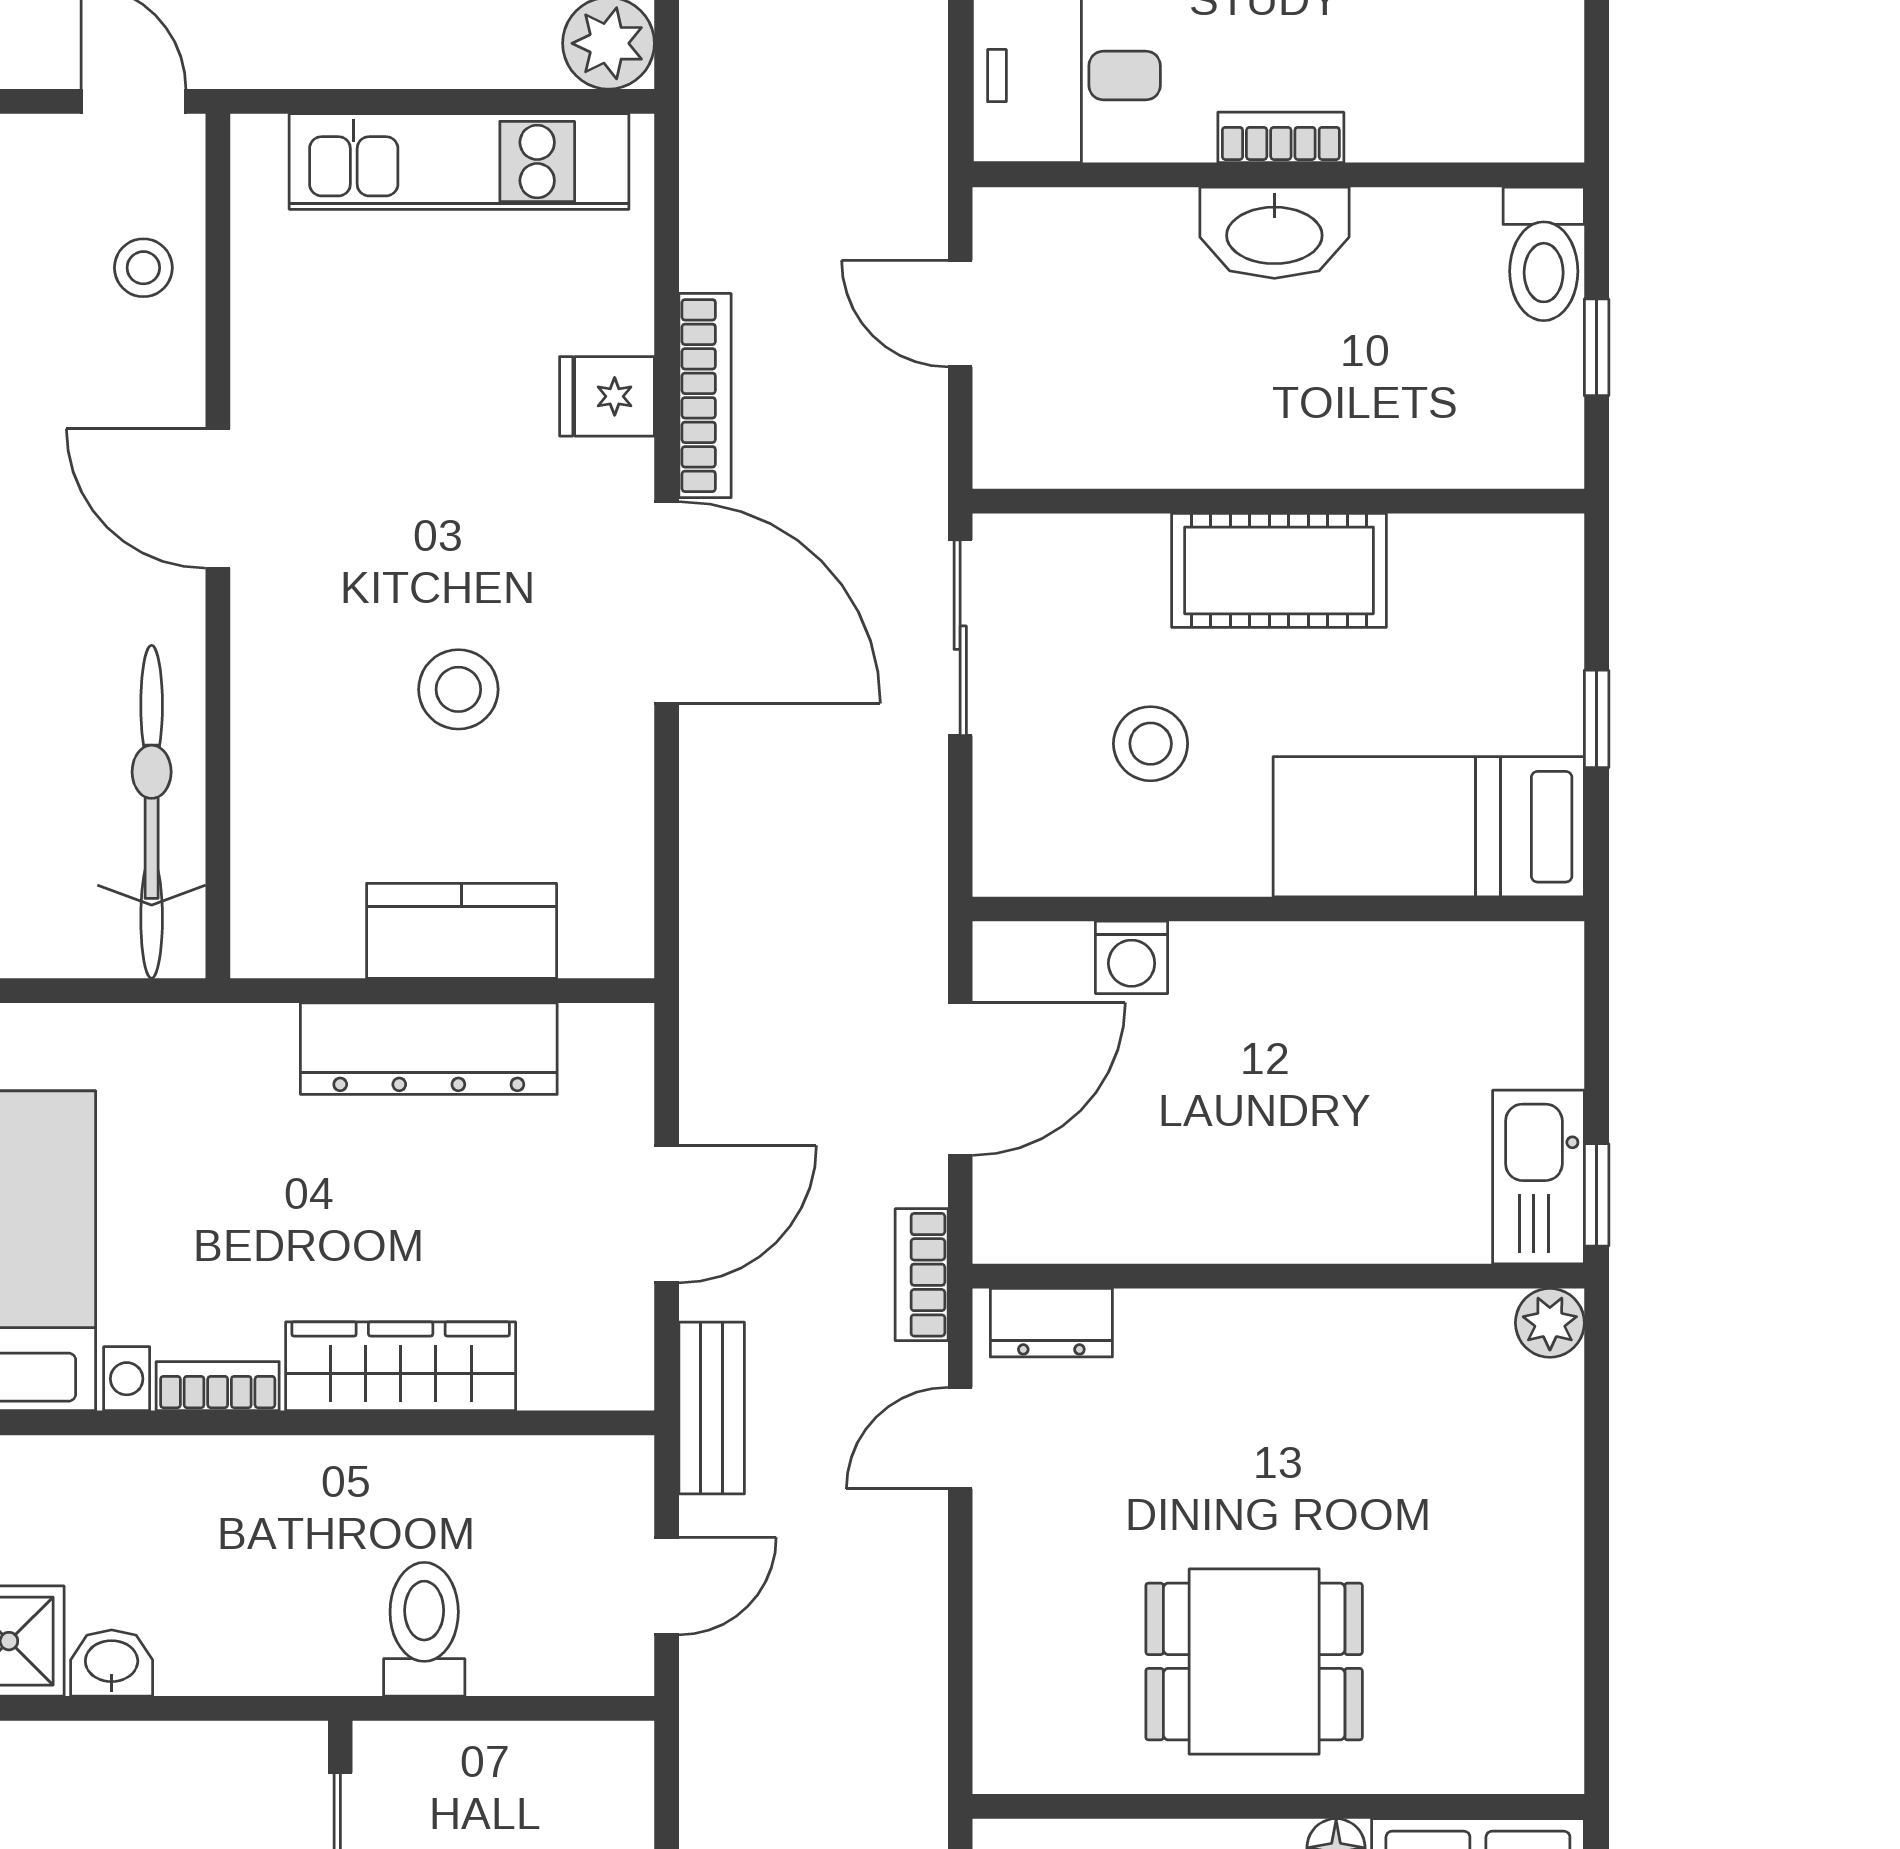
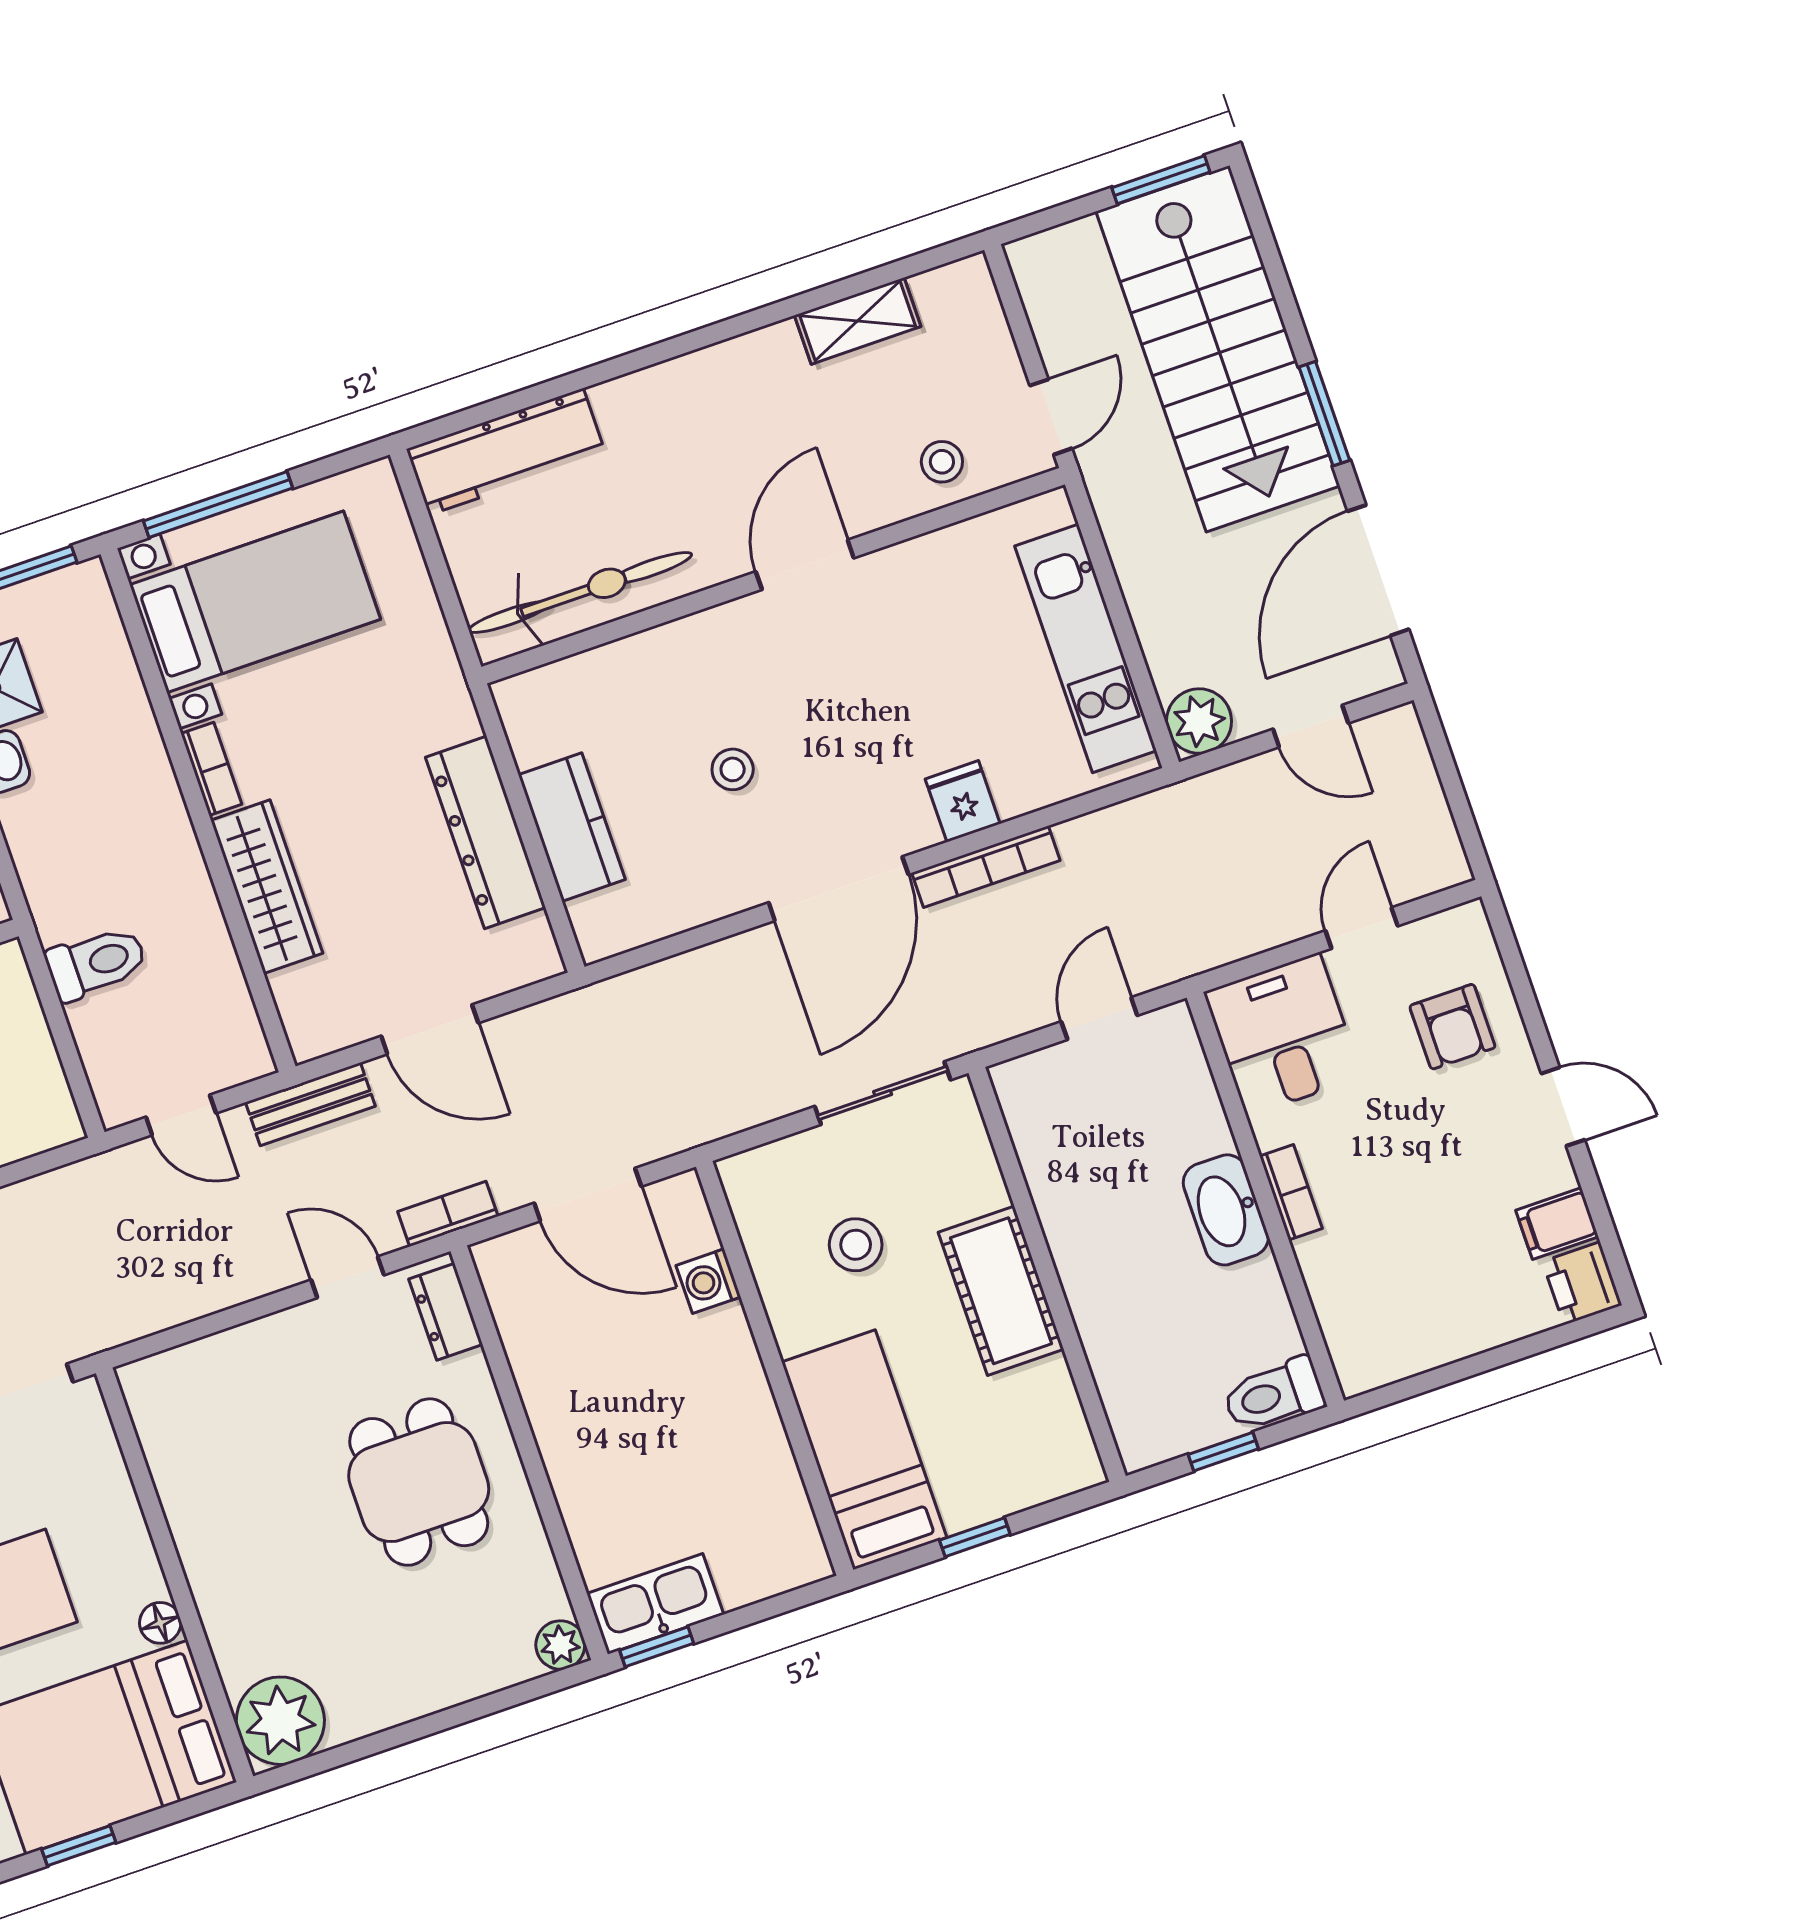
stool: (458, 689) -> (733, 769), width x0.73, depth x0.73
dining table: (1254, 1661) -> (419, 1482), moved
plant: (1522, 1732) -> (280, 1721), added

